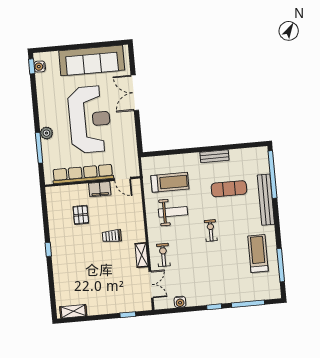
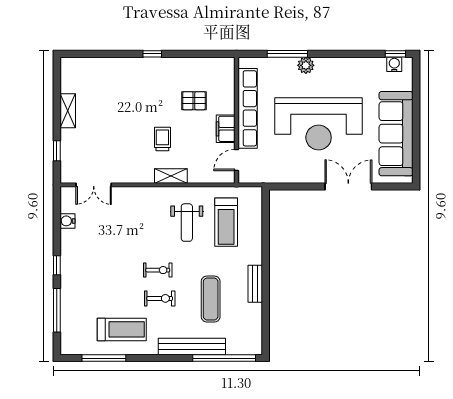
shelving: (142, 255) -> (171, 176), moved
exercise bike: (163, 255) -> (160, 298), moved
shelving: (73, 311) -> (68, 111), moved

